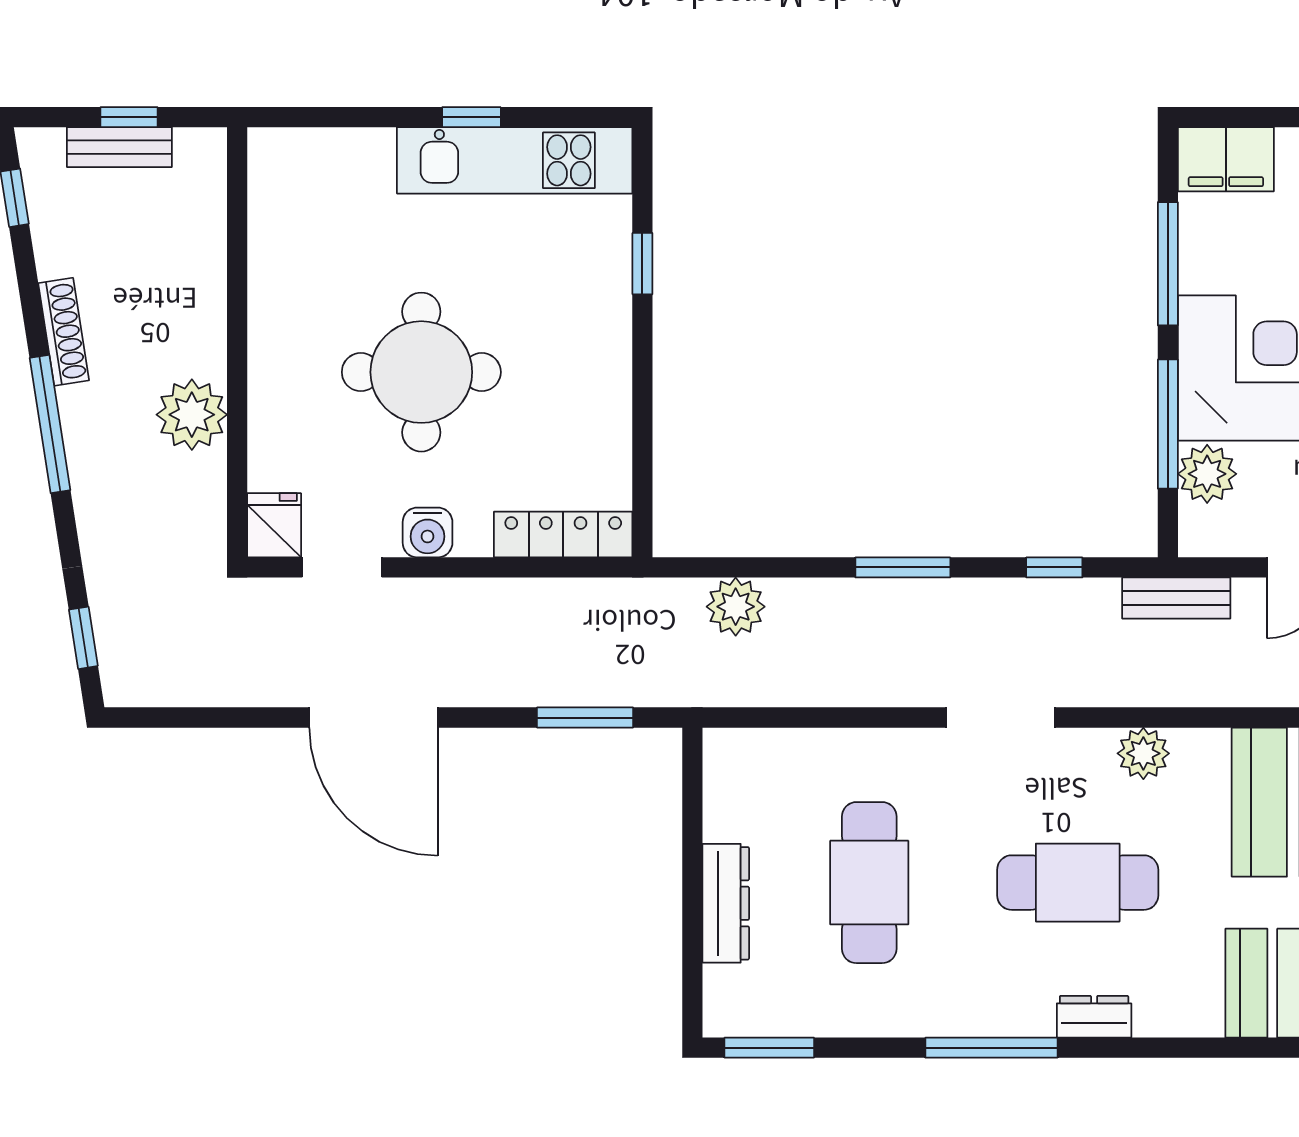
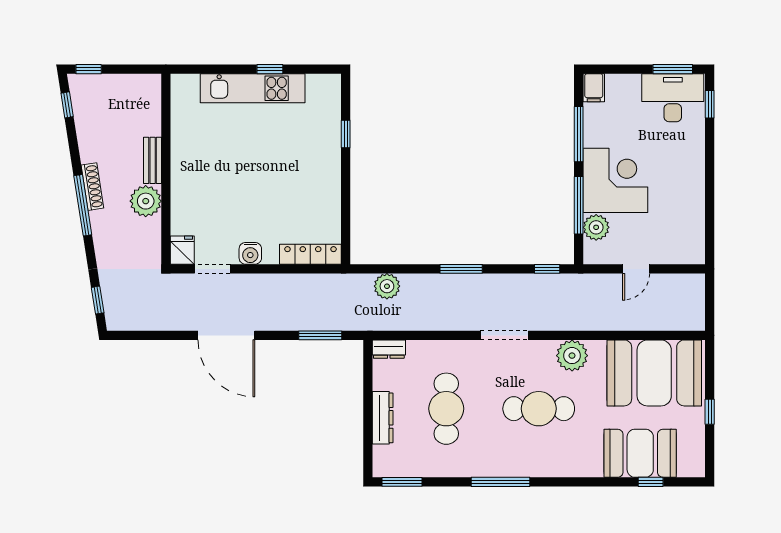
window: (129, 117) -> (89, 69), moved
bench: (119, 147) -> (153, 160), moved, turned 90
filing cabinet: (1226, 159) -> (594, 88), width x0.50
kitchen unit: (515, 160) -> (253, 88), moved
shoe rack: (64, 332) -> (92, 187), moved
round table: (421, 372) -> (248, 182), removed
window: (1054, 567) -> (547, 269), moved
bench: (1176, 598) -> (582, 282), removed
plant: (1143, 753) -> (572, 356), width x1.36, depth x1.36
dresser: (1094, 1017) -> (389, 349), moved, turned 180

